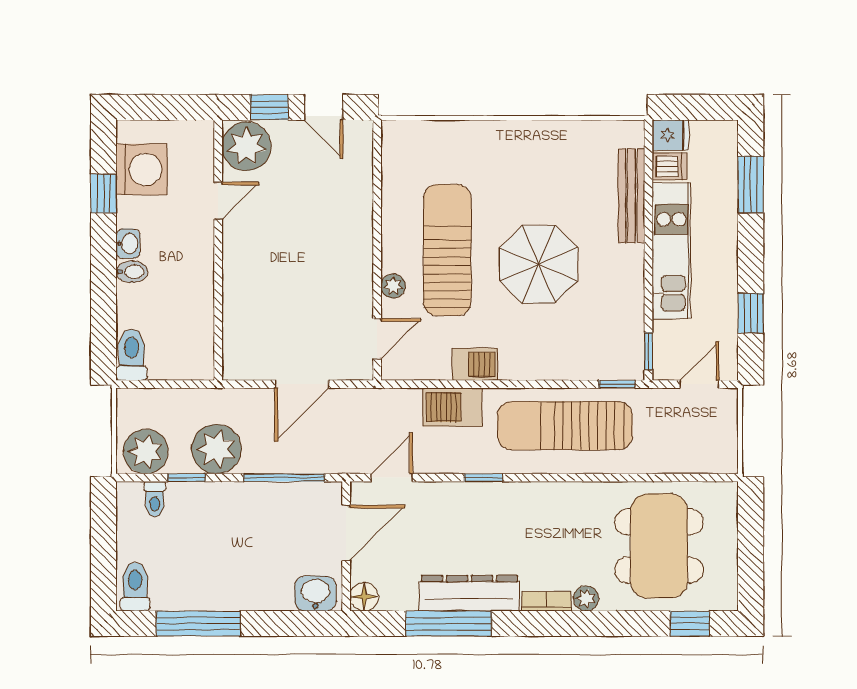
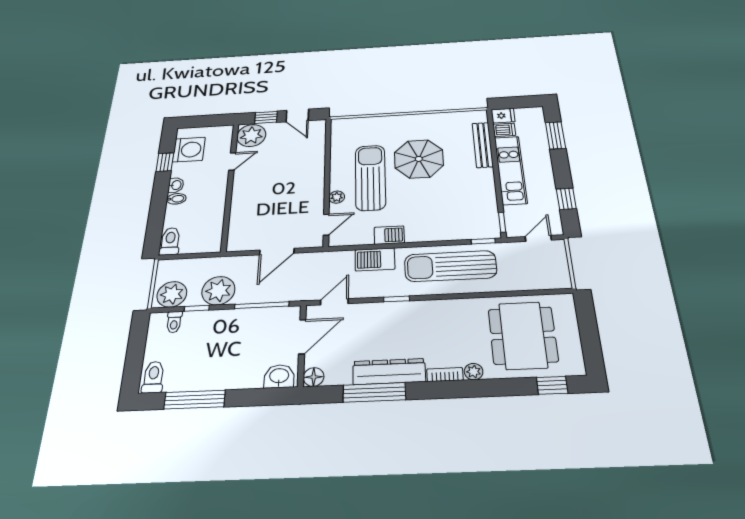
parasol: (539, 264) -> (419, 159), moved

